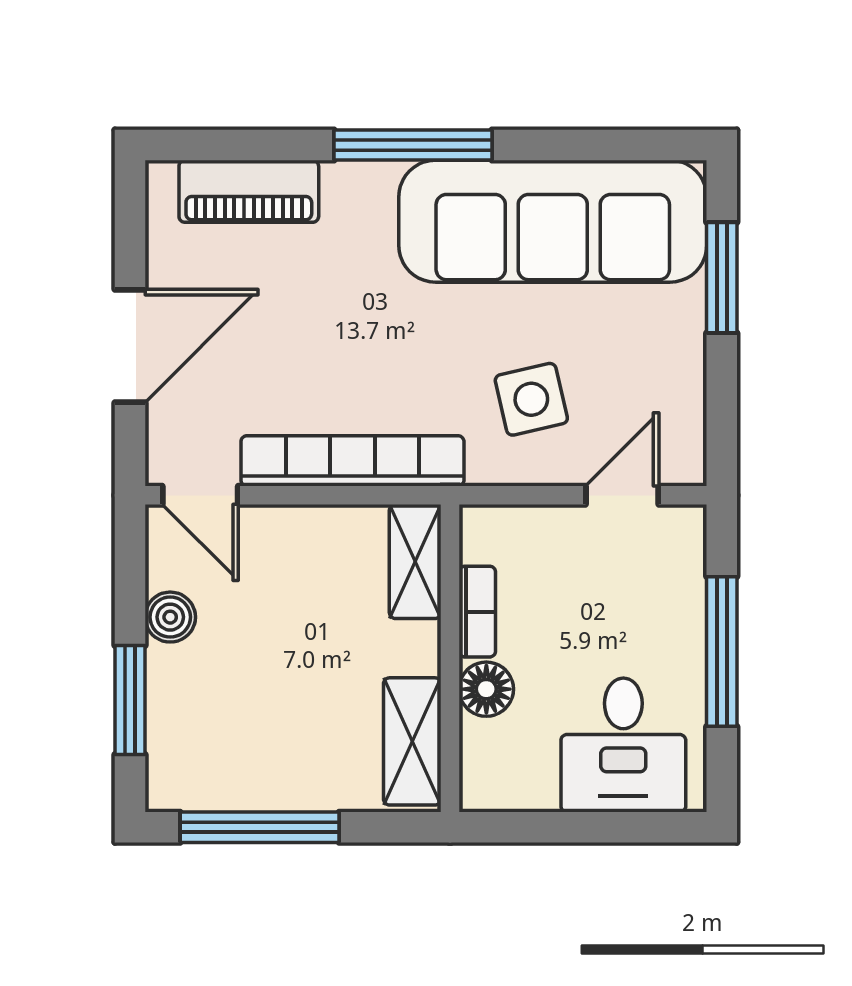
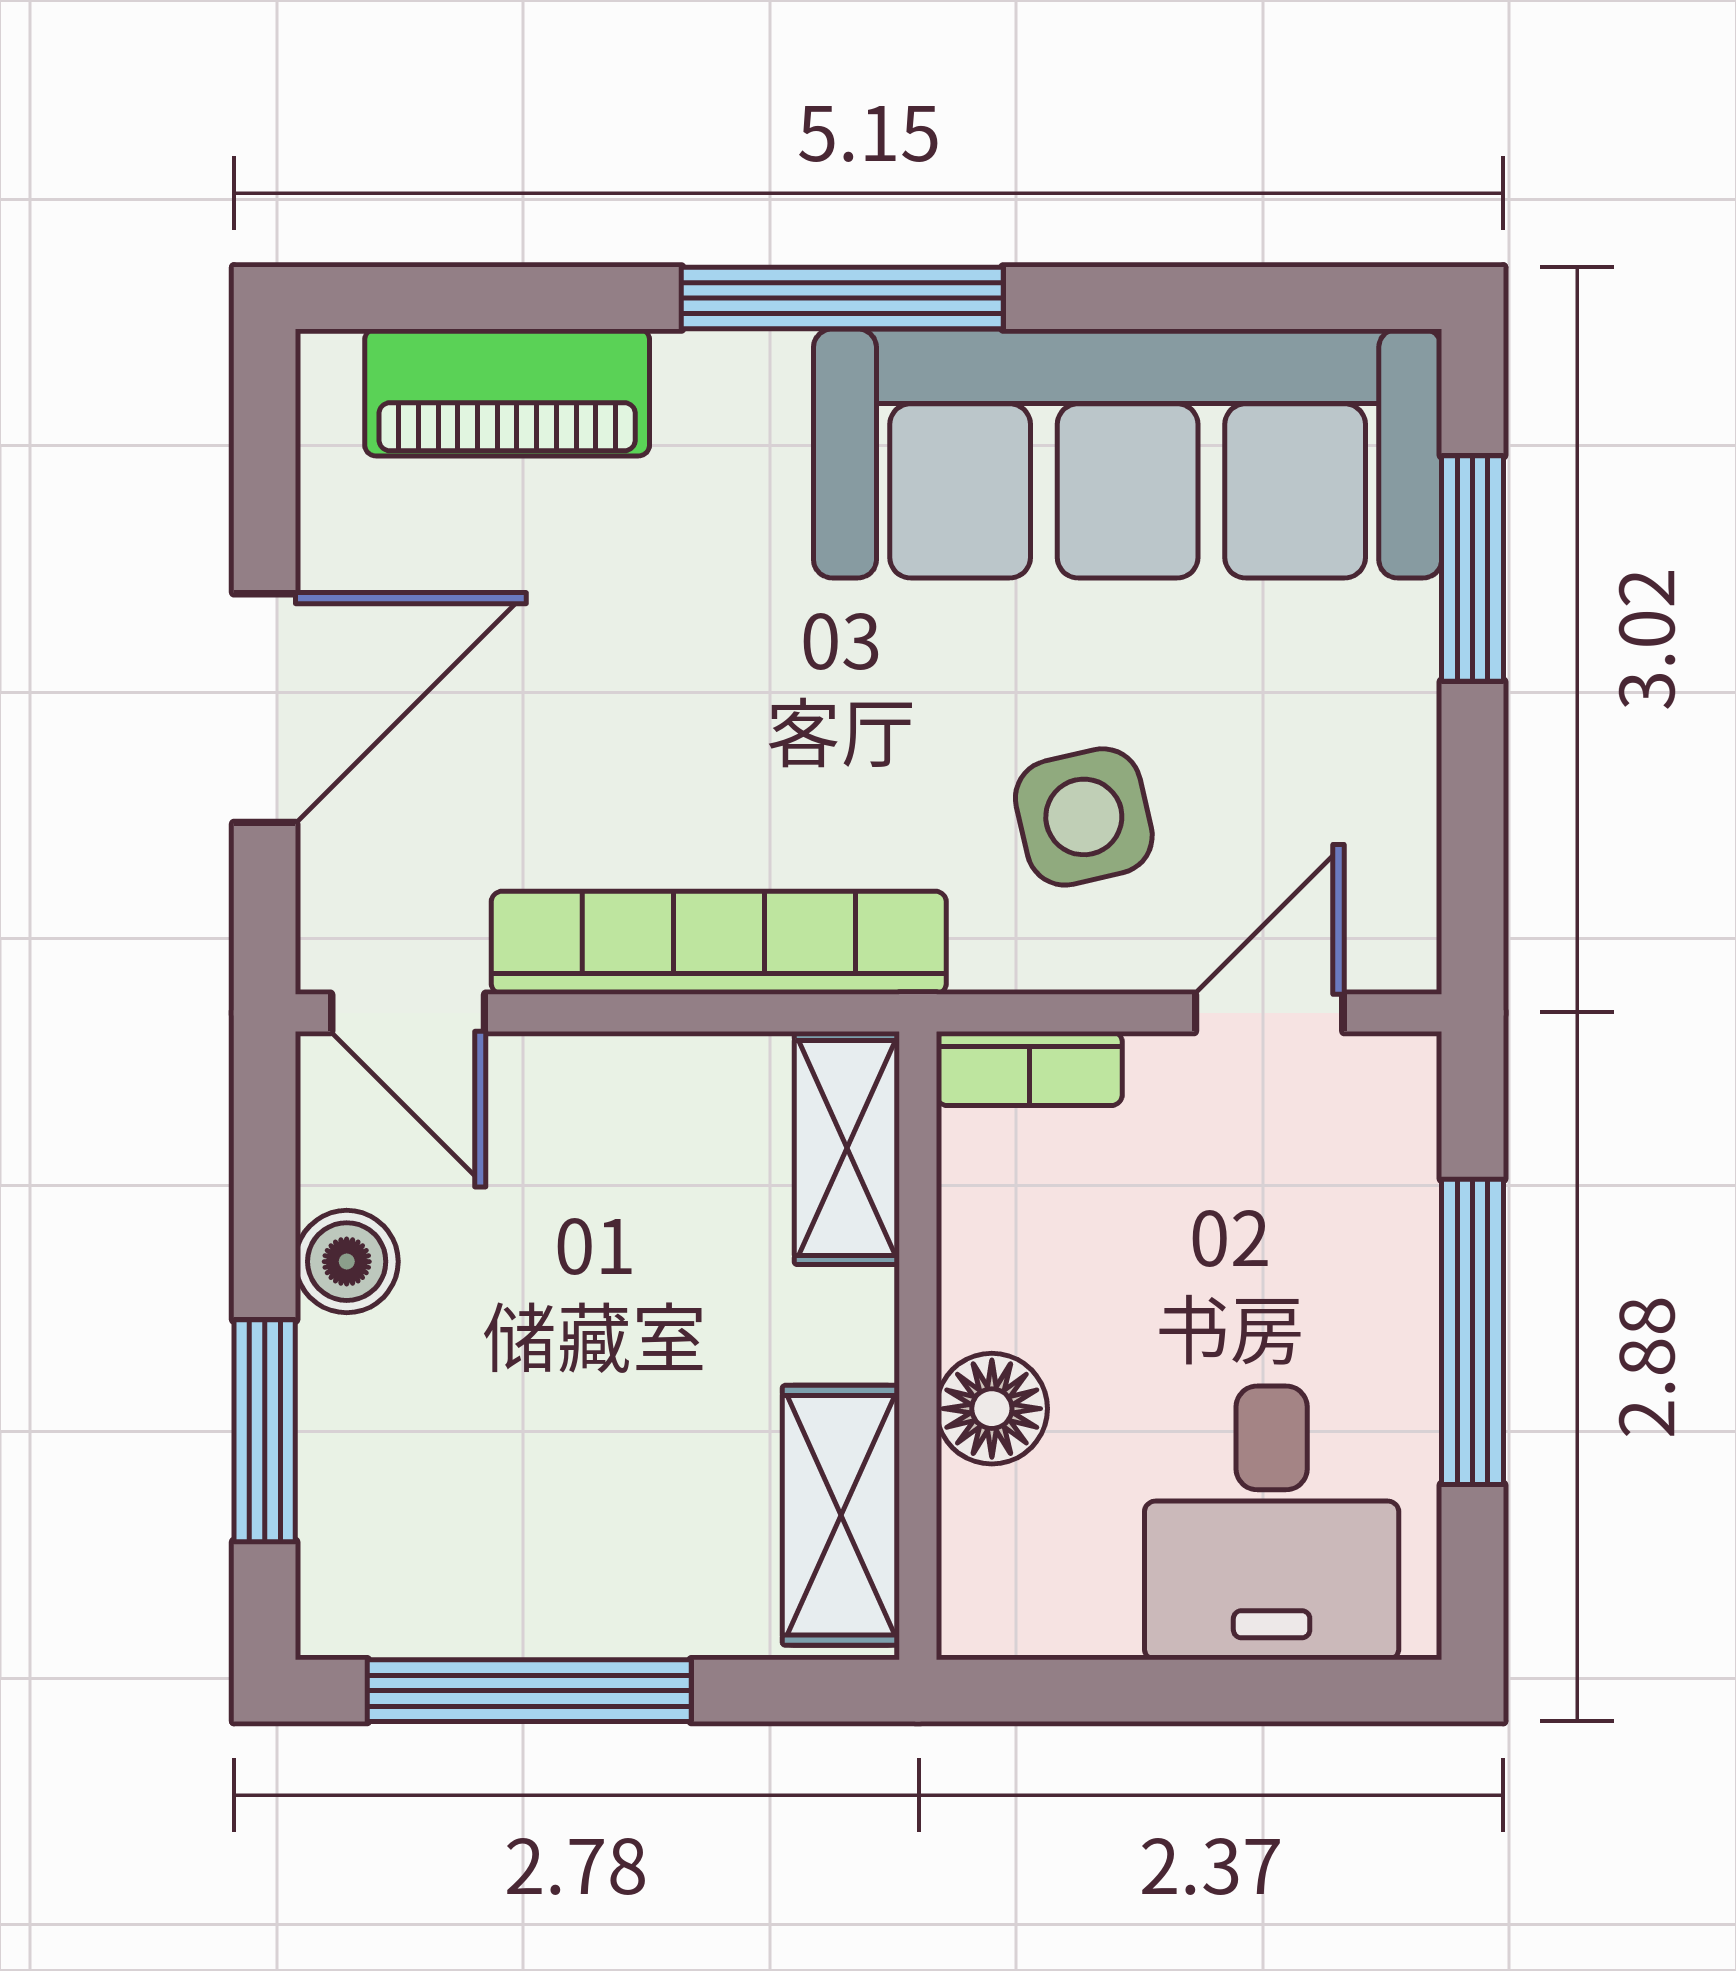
bookcase: (477, 612) -> (1029, 1068), moved, turned 90

